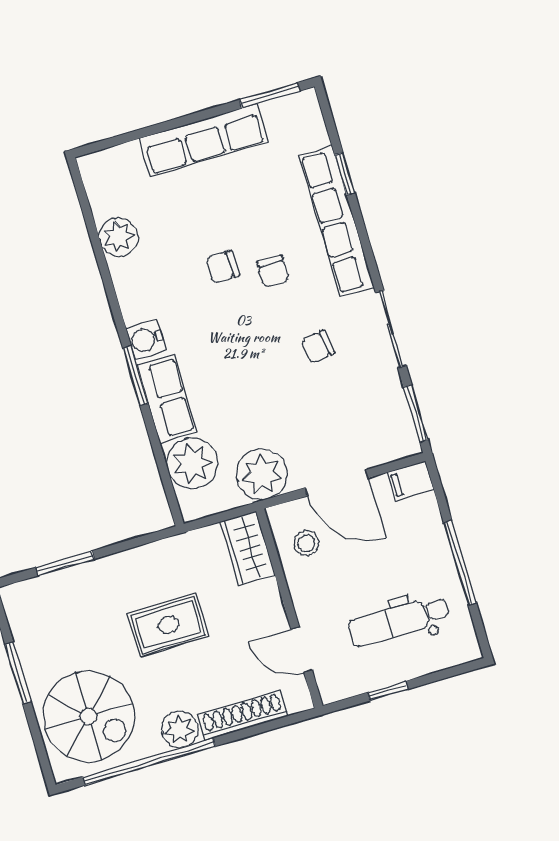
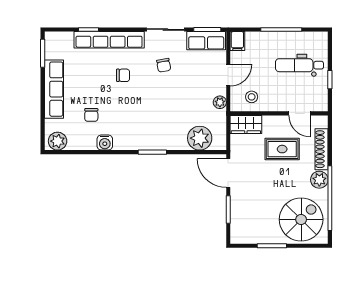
plant: (119, 237) -> (58, 141), moved
chair: (223, 267) -> (91, 115), moved
water cooler: (146, 339) -> (105, 142), moved
row of seats: (167, 399) -> (206, 41), moved, turned 180
plant: (262, 474) -> (220, 102), width x0.53, depth x0.53
door: (336, 483) -> (228, 75), width x0.73
door: (139, 541) -> (228, 173), added
dental chair: (399, 621) -> (300, 65), turned 90
rug: (168, 625) -> (282, 149), moved, turned 90
door: (302, 650) -> (300, 113), hinge flipped

